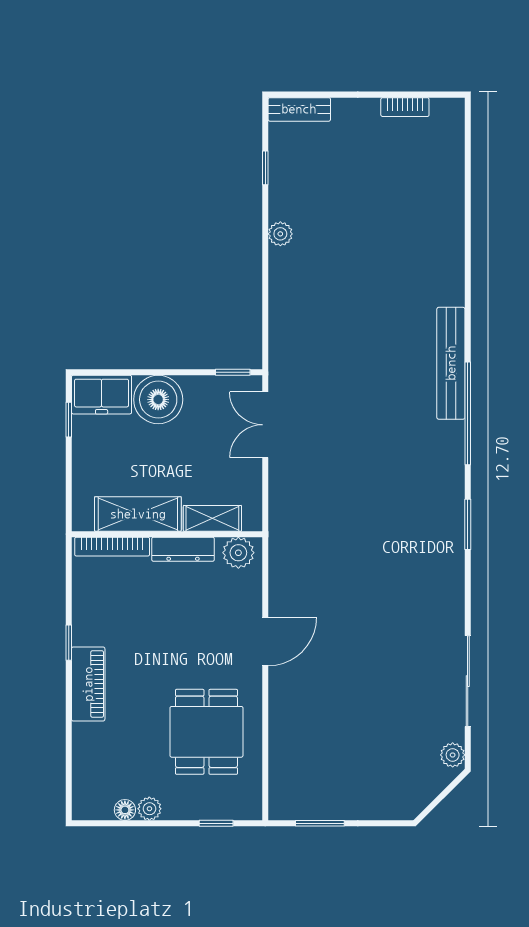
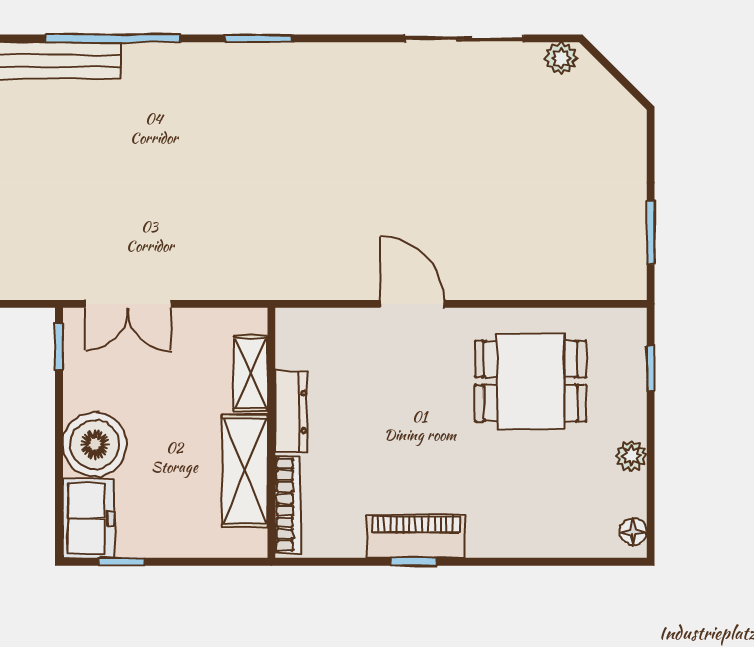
plant: (238, 553) -> (296, 339), removed
piano: (88, 684) -> (416, 536), moved
floor lamp: (125, 810) -> (633, 532), moved

